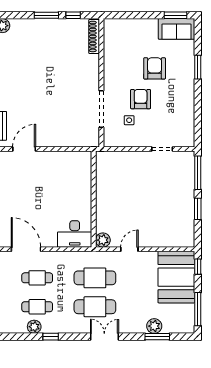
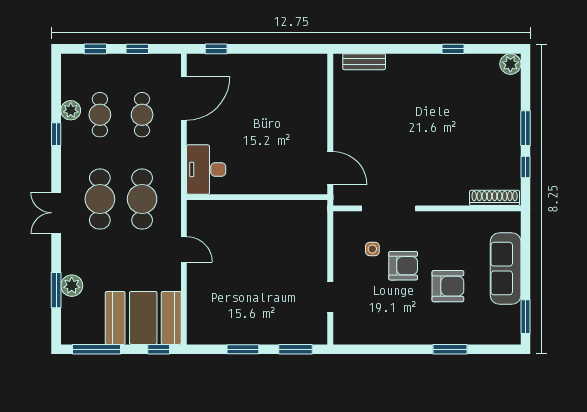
sofa: (177, 29) -> (506, 269), moved, width x1.36
door: (24, 149) -> (330, 168), moved
window: (198, 173) -> (296, 349), width x0.69
plant: (103, 240) -> (197, 211), removed
double door: (104, 337) -> (56, 213), swing flipped

